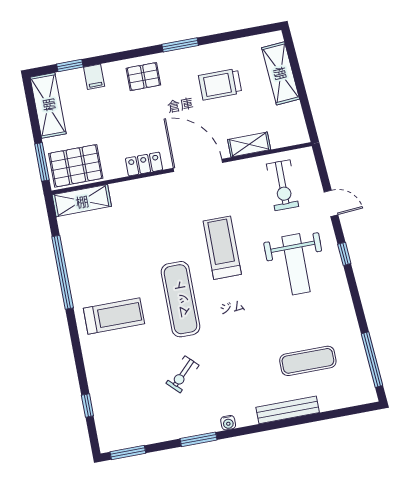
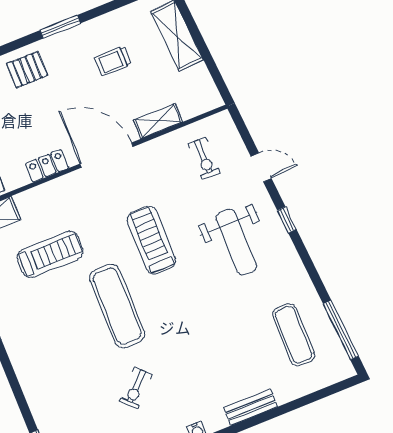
trolley: (220, 84) -> (113, 61), width x0.73, depth x0.72
exercise bike: (283, 185) -> (204, 158), width x0.73, depth x0.72
treadmill: (114, 316) -> (50, 254), moved
exercise mat: (308, 361) -> (294, 335), moved, turned 90
bench: (288, 410) -> (251, 407), width x0.73

